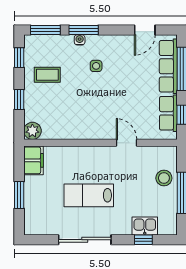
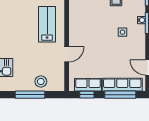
lab bench: (89, 195) -> (47, 24), moved

